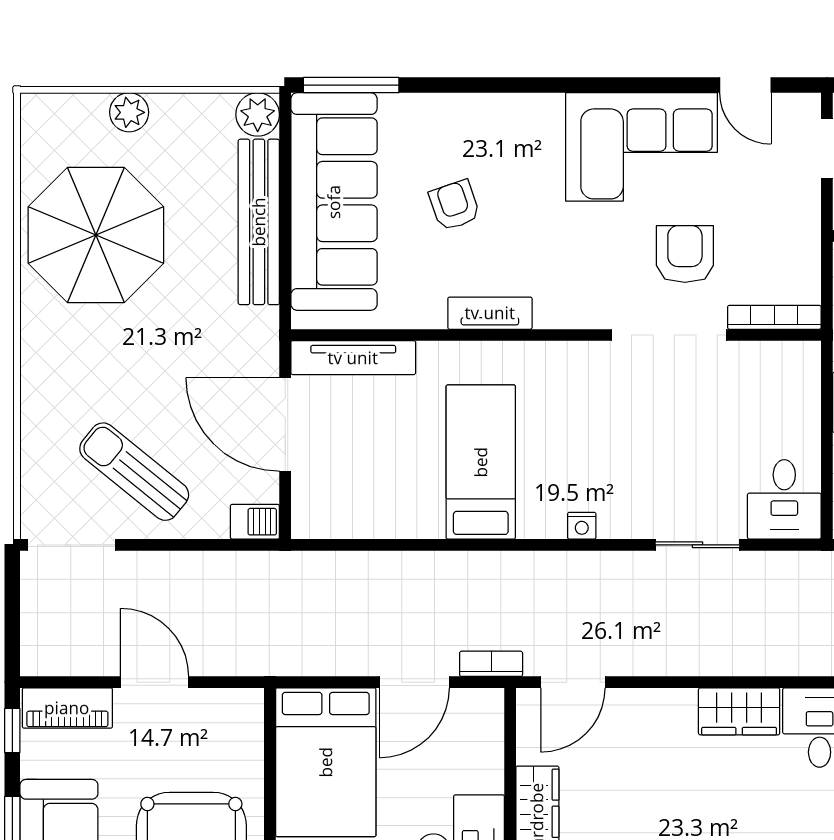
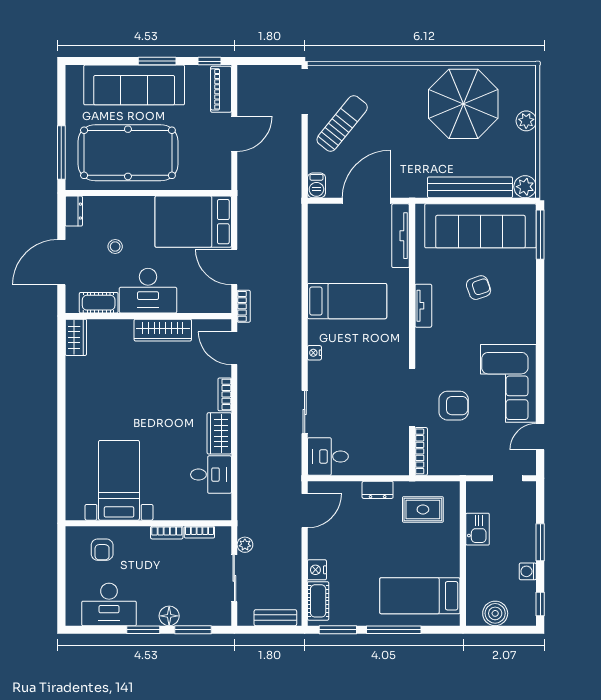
bookcase: (663, 701) -> (225, 394), added

